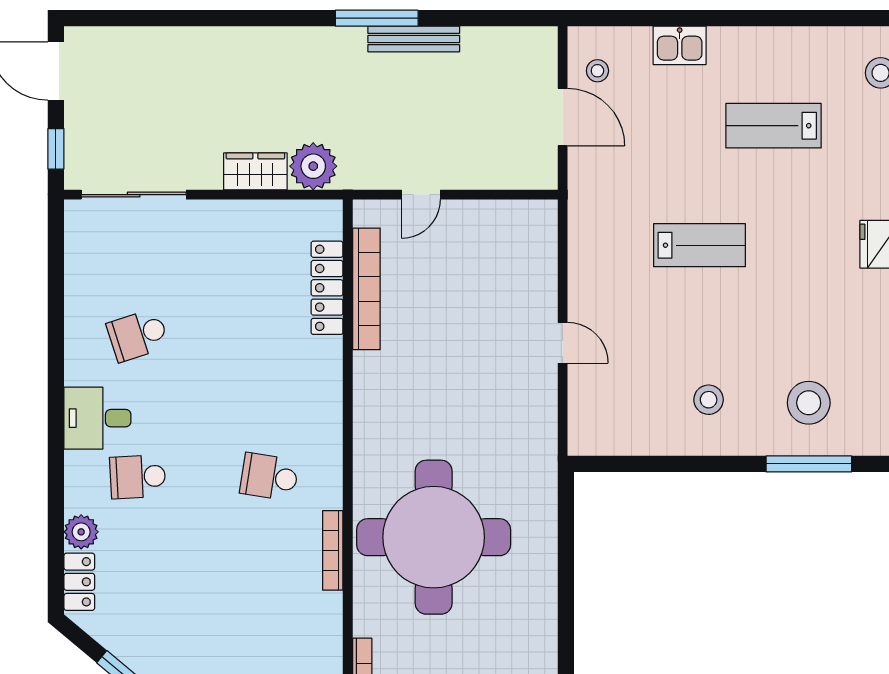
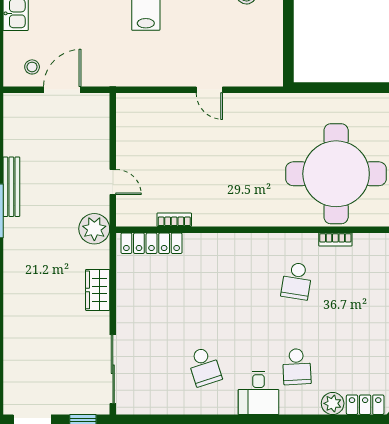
plant: (313, 166) -> (94, 229), moved
locker: (327, 288) -> (152, 243), moved
bookcase: (366, 289) -> (174, 220), width x0.43, depth x0.76
door: (563, 343) -> (209, 90), swing flipped
bookcase: (333, 550) -> (335, 239), width x0.64

